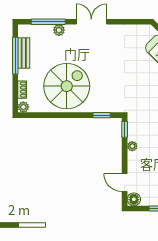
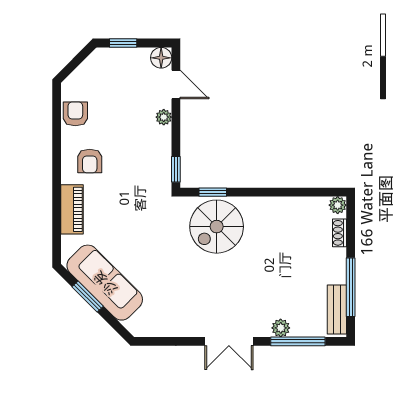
bench: (24, 53) -> (337, 309), moved
spiral stairs: (67, 86) -> (217, 227), moved, width x0.73, depth x0.73
plant: (132, 146) -> (164, 117), moved

